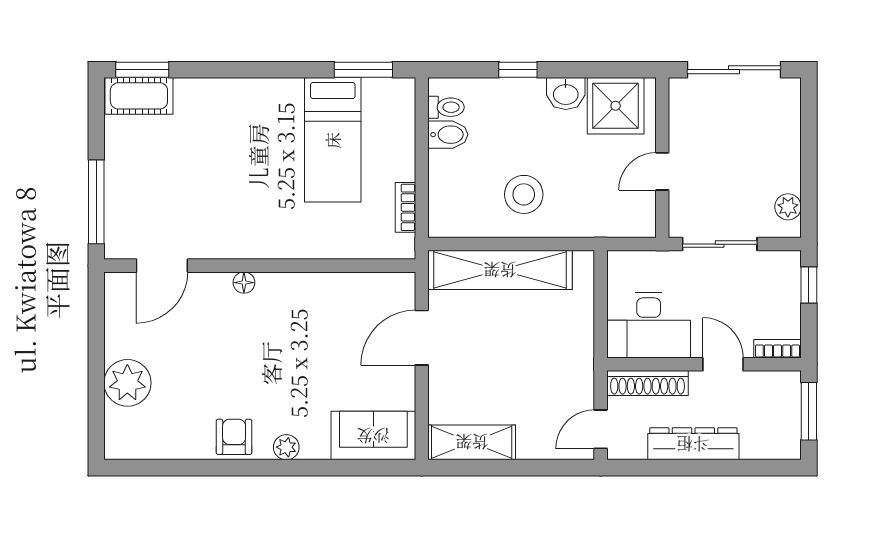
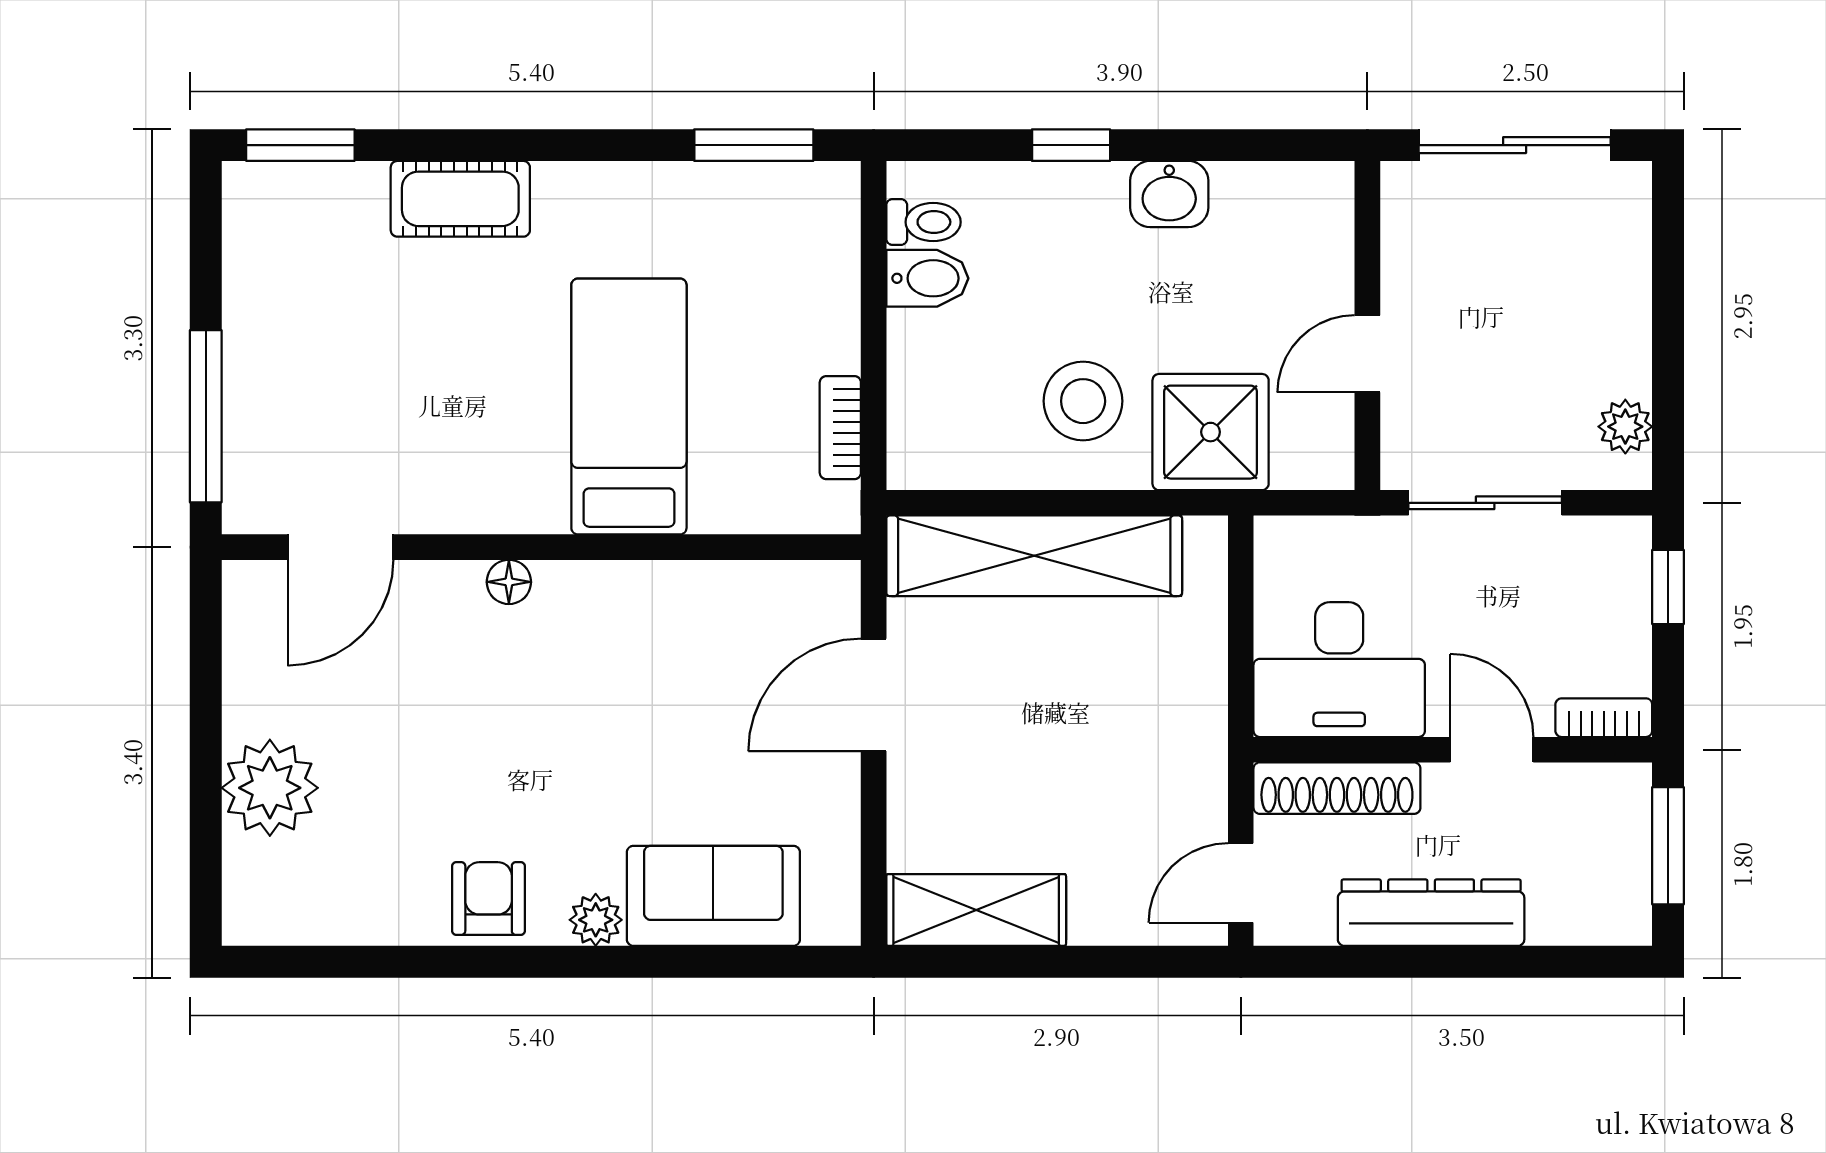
cot: (139, 96) -> (460, 199), moved
shower: (616, 106) -> (1211, 432), moved
bed: (333, 140) -> (629, 407), moved, turned 180
sofa: (373, 436) -> (713, 896), moved

